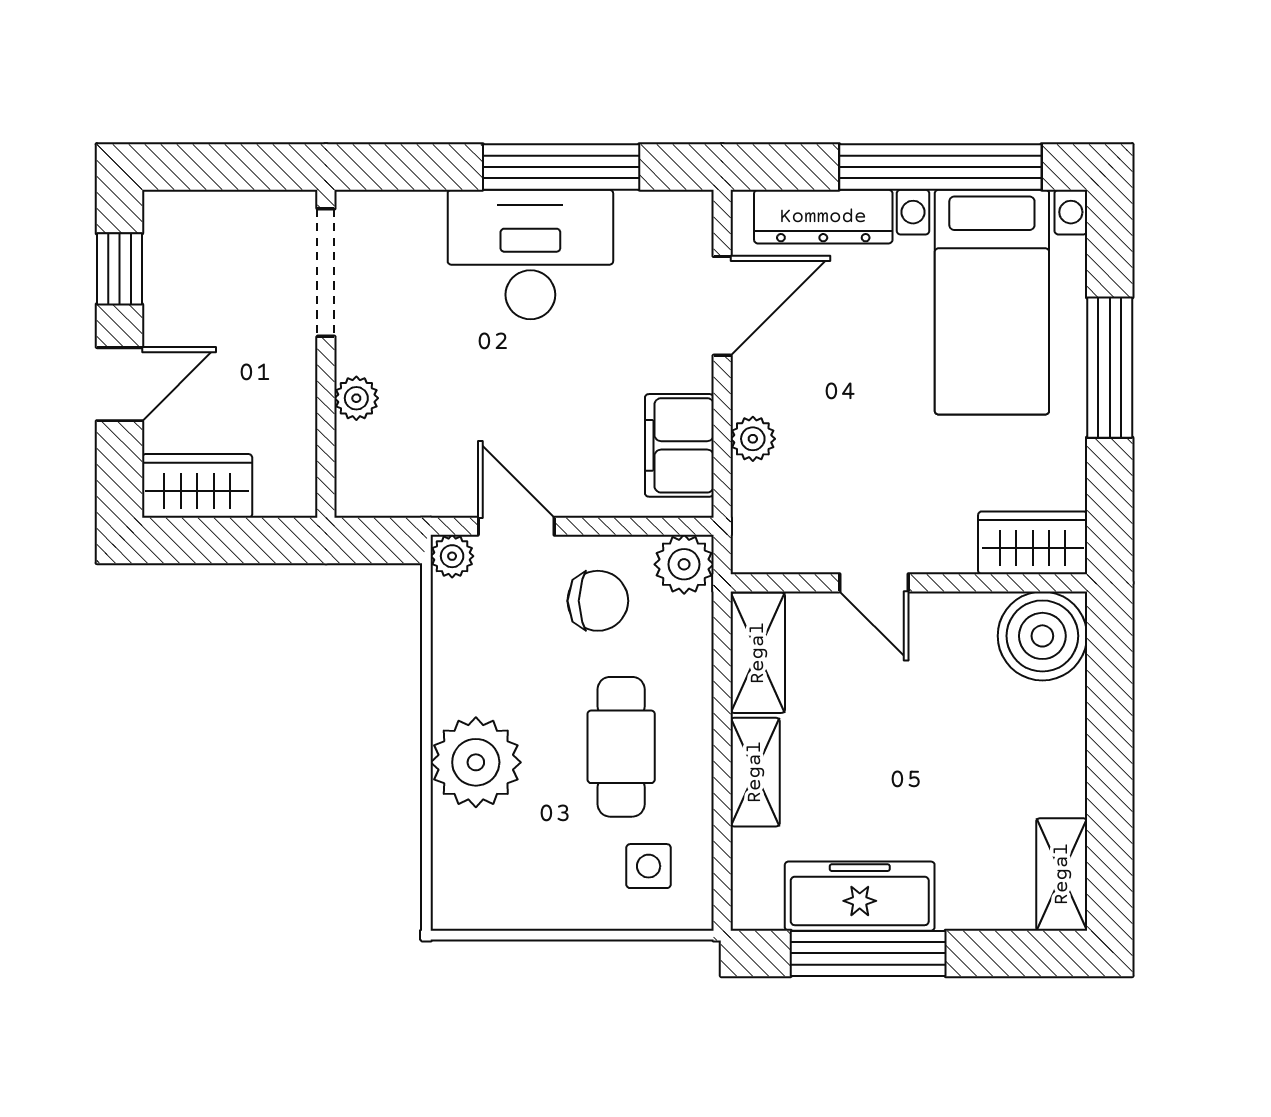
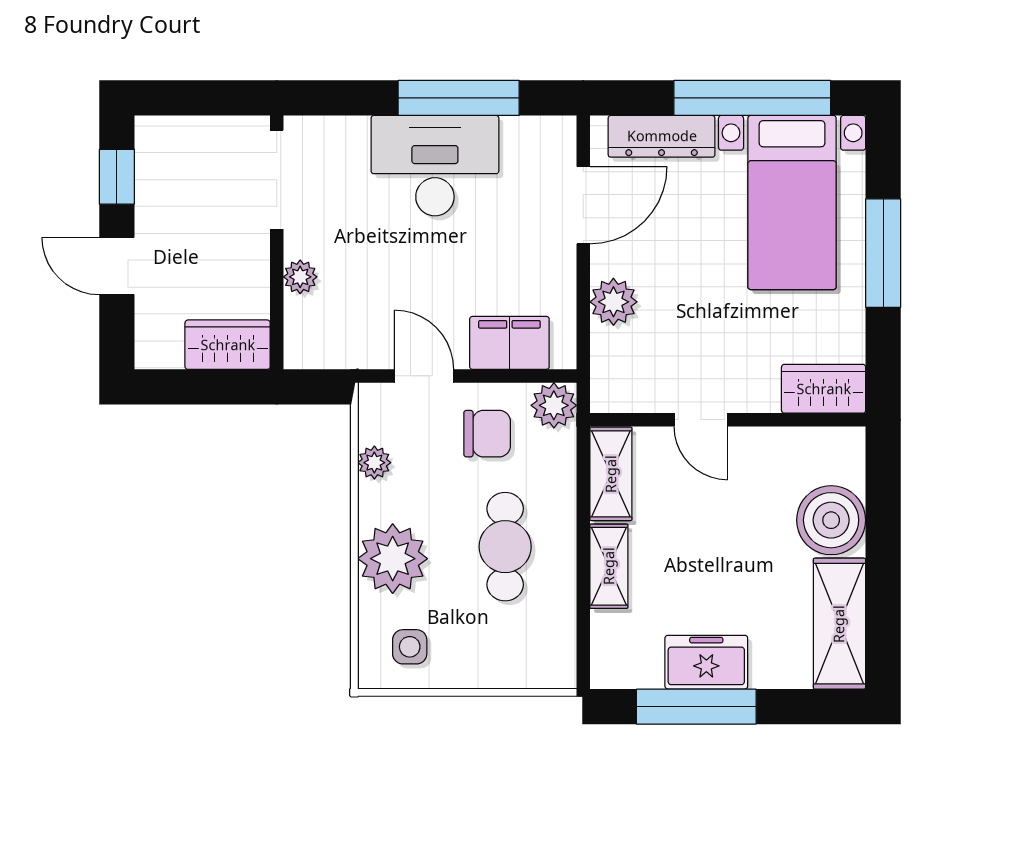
door: (119, 384) -> (117, 266), swing flipped
plant: (753, 439) -> (613, 302), width x1.38, depth x1.38
filing cabinet: (679, 445) -> (509, 343), moved, turned 90
wardrobe: (197, 486) -> (228, 345), moved
plant: (452, 556) -> (374, 463), moved
boiler: (1042, 636) -> (831, 520), moved
side table: (649, 866) -> (410, 647), moved
shelving: (1062, 874) -> (839, 624), width x1.50, depth x1.33
freezer: (860, 896) -> (706, 662), width x0.71

